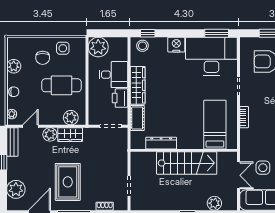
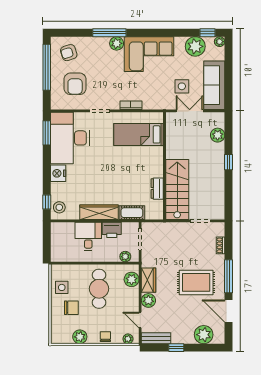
plant: (98, 47) -> (125, 257), moved, width x0.53, depth x0.53
dresser: (161, 143) -> (157, 189), width x0.70
stairs: (187, 163) -> (177, 189), moved

